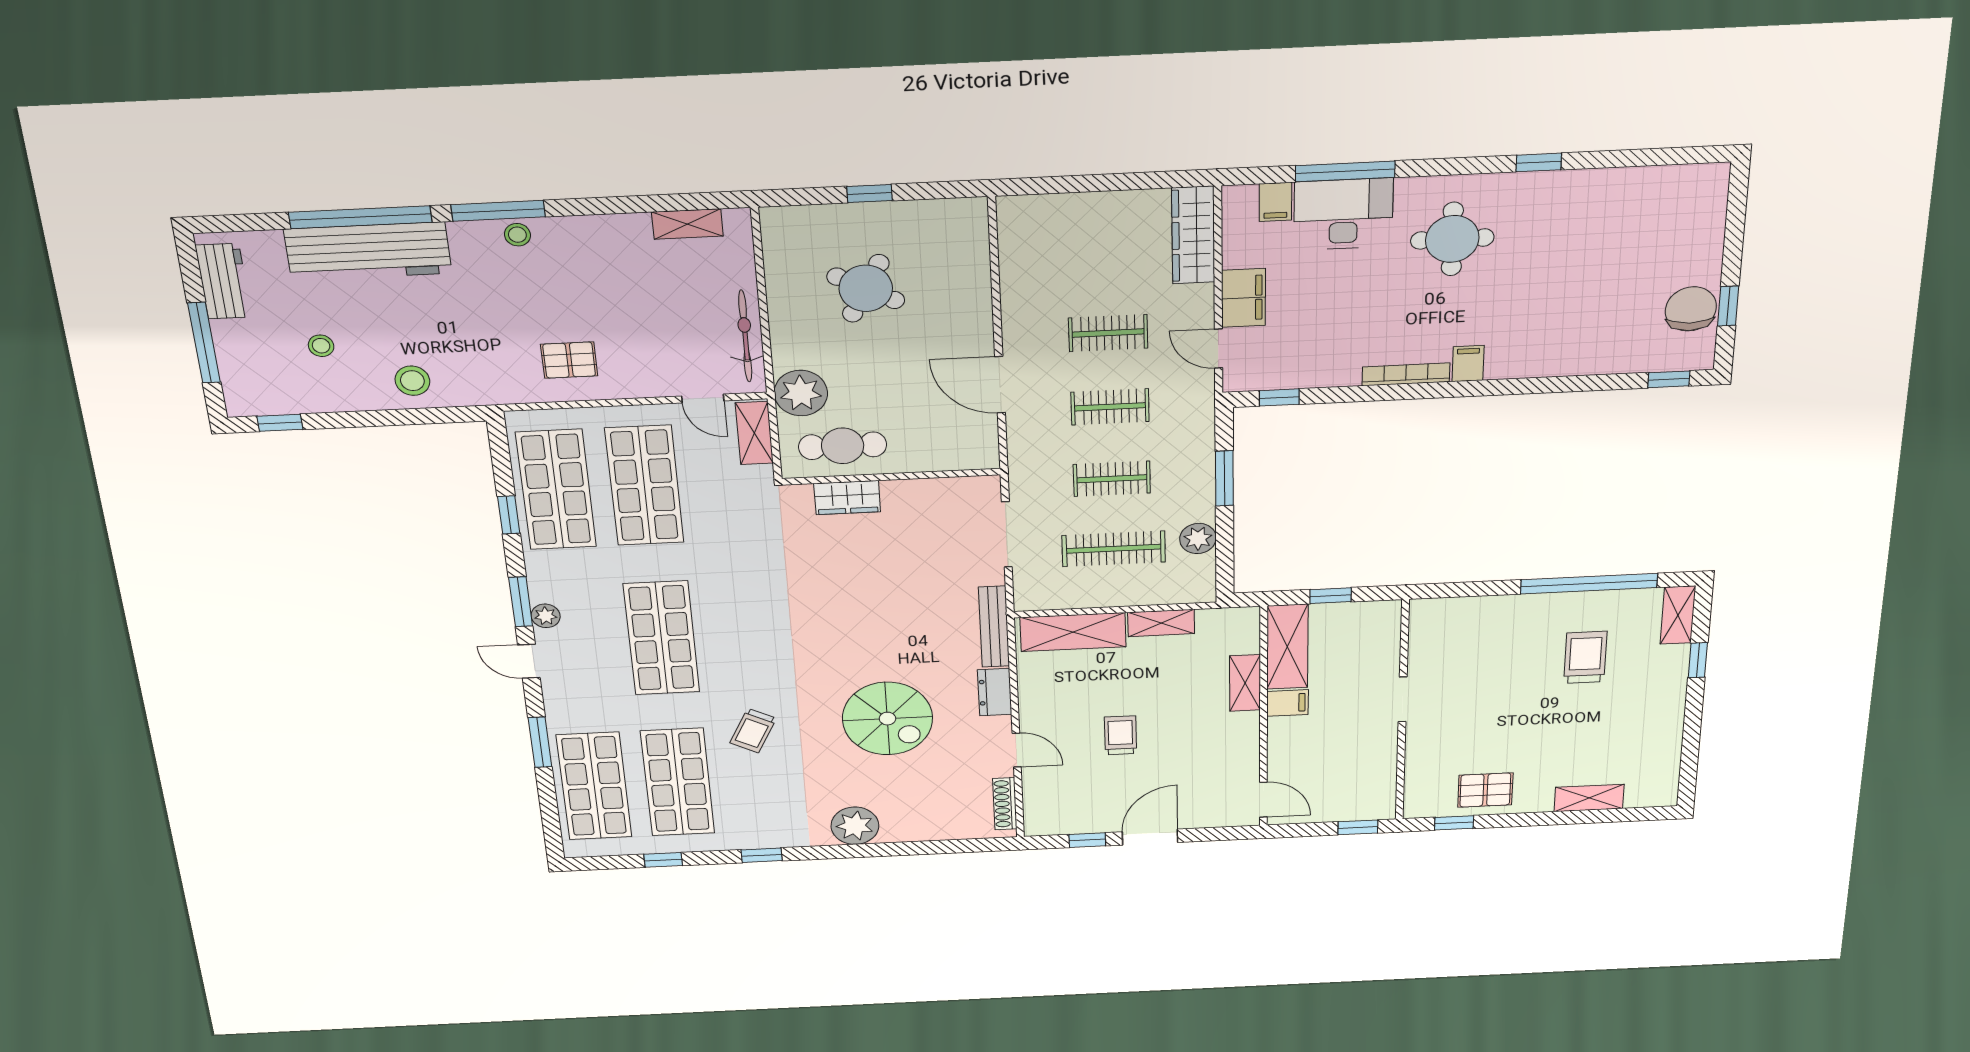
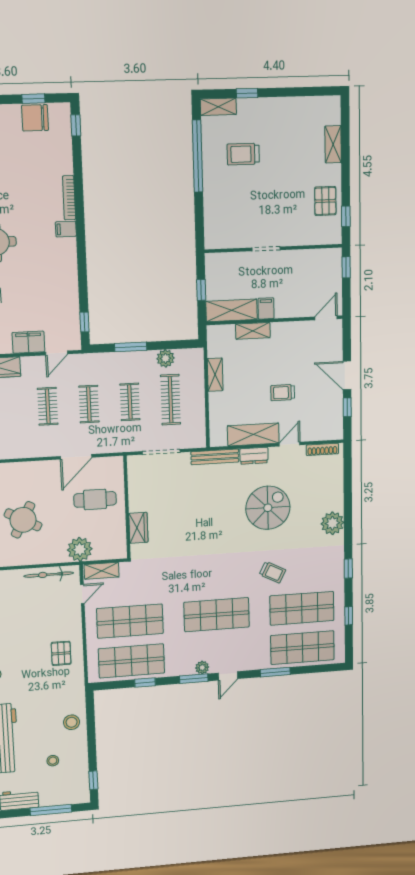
bookcase: (1406, 374) -> (69, 198), moved
cafe table: (843, 446) -> (95, 499), moved, turned 90
shelving: (1073, 632) -> (253, 434), moved, turned 90

